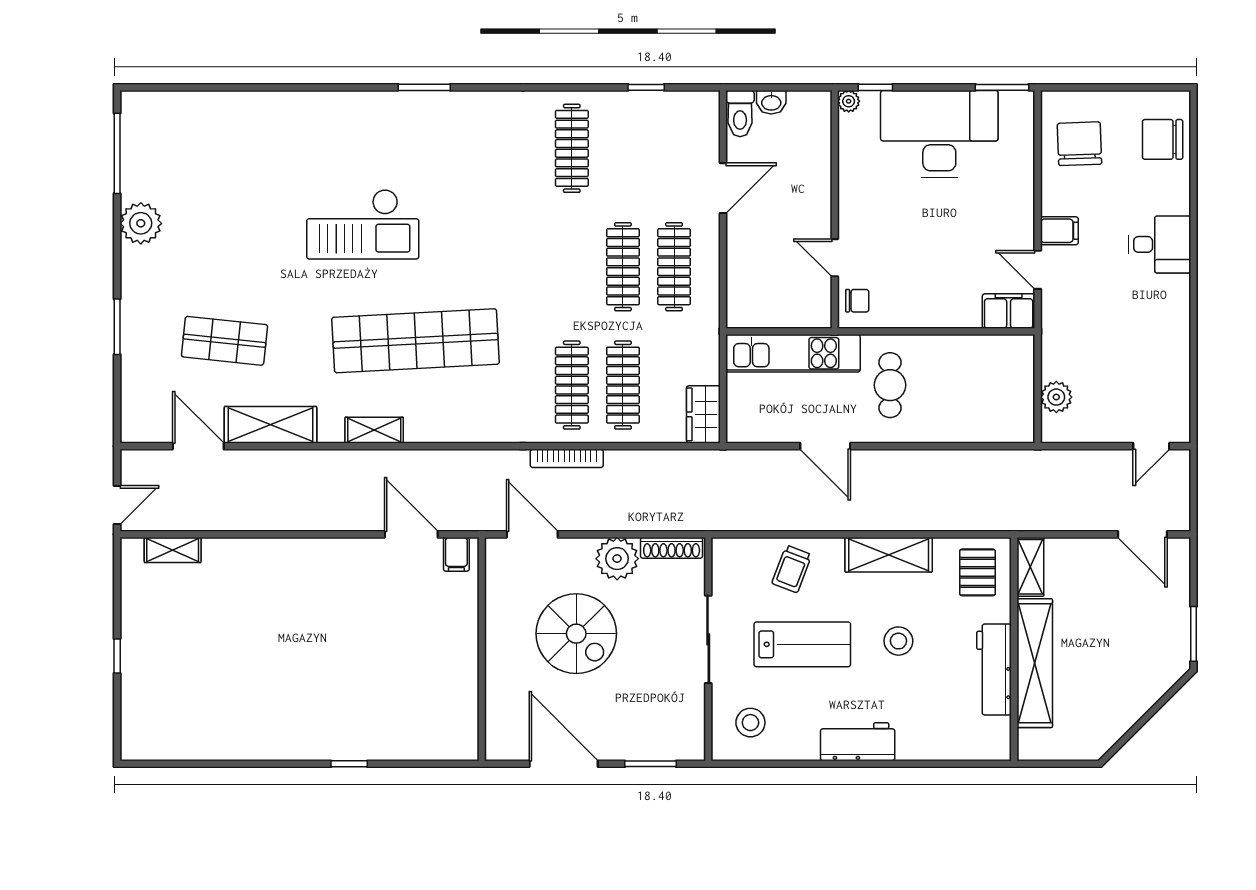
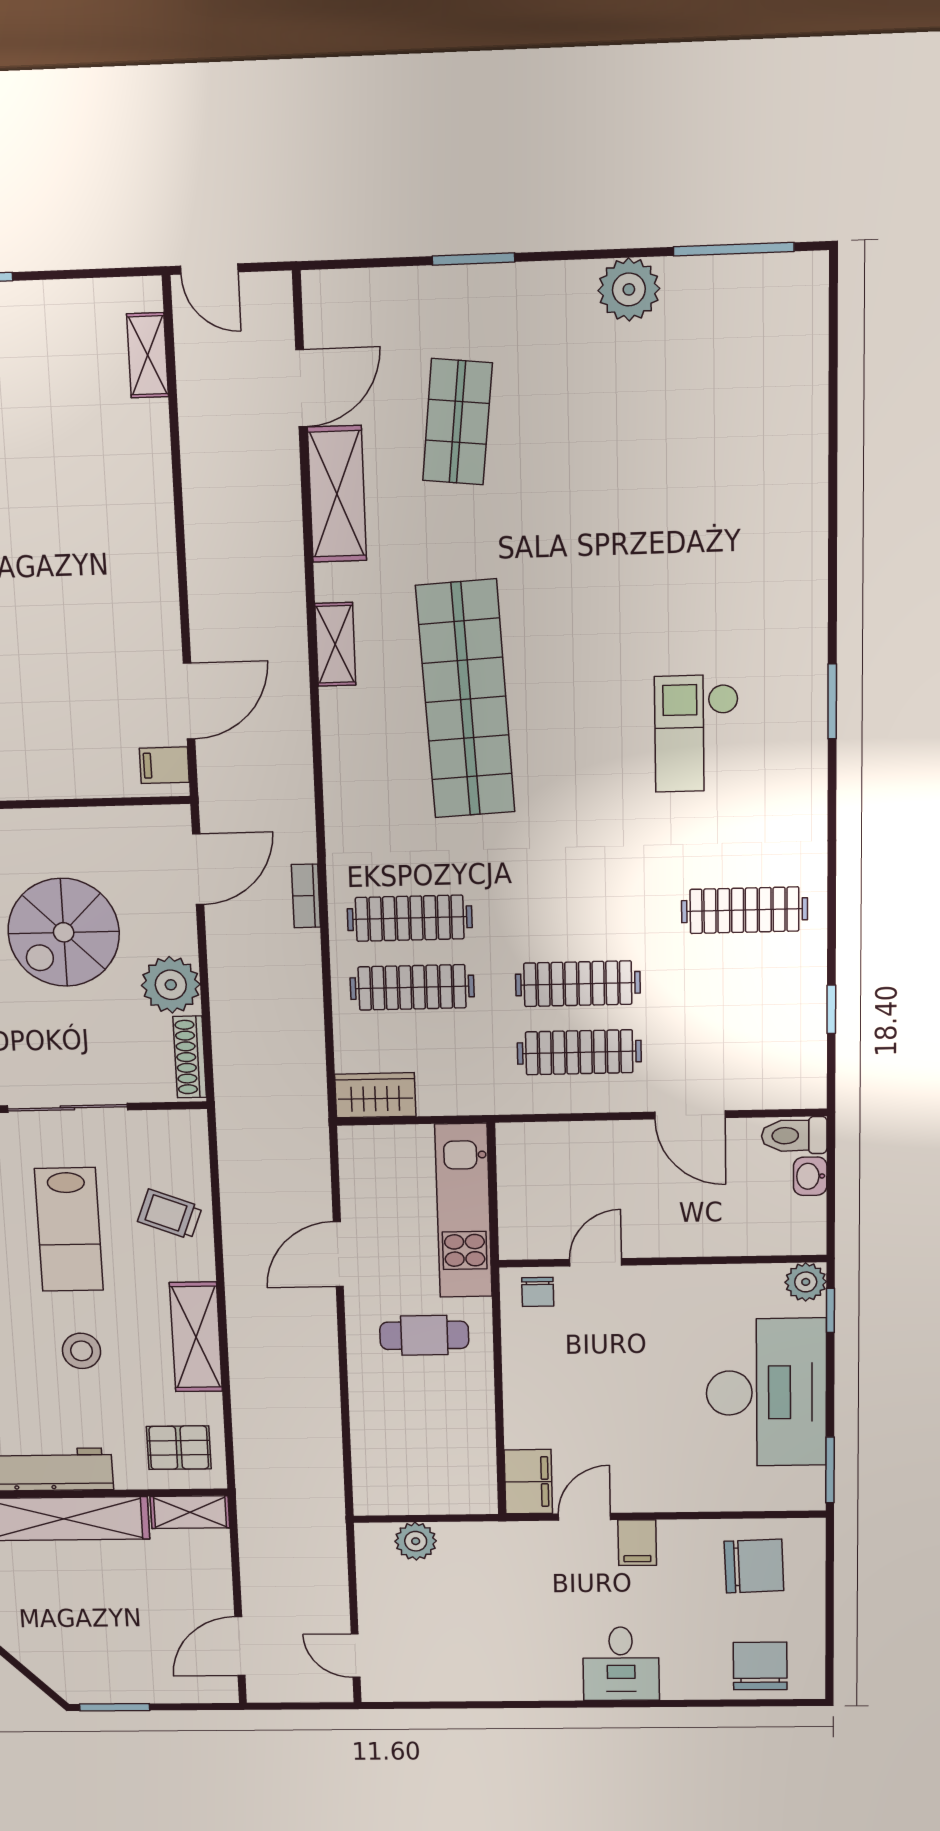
plant: (849, 101) -> (806, 1282), width x1.38, depth x1.38
checkout: (363, 224) -> (697, 733), moved, width x0.73, depth x0.83
bookcase: (567, 458) -> (306, 896), width x0.64

